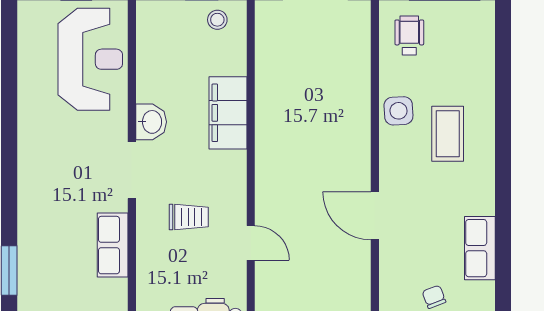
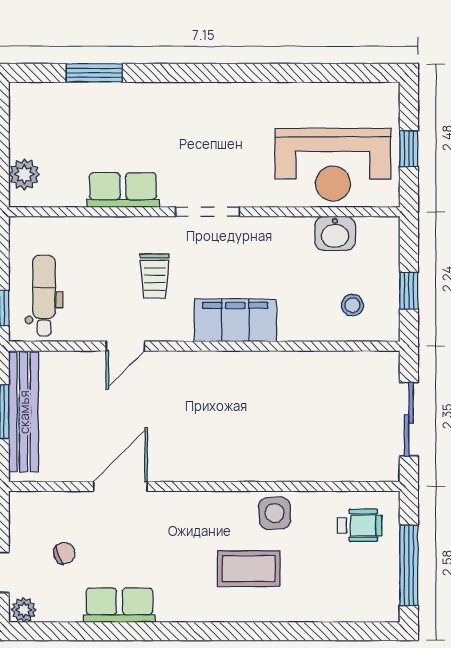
stool: (217, 20) -> (352, 305), moved
filing cabinet: (228, 113) -> (235, 320), moved
washbasin: (151, 122) -> (335, 233), moved
door: (375, 216) -> (120, 486), moved

